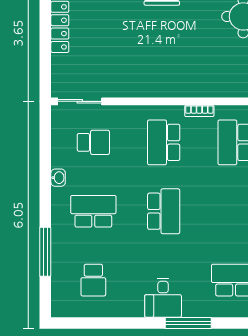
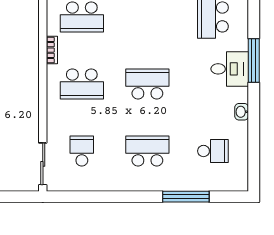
washbasin: (58, 178) -> (242, 112), moved, turned -90
school desk: (93, 211) -> (147, 151), turned 90
desk: (163, 298) -> (230, 69), moved

